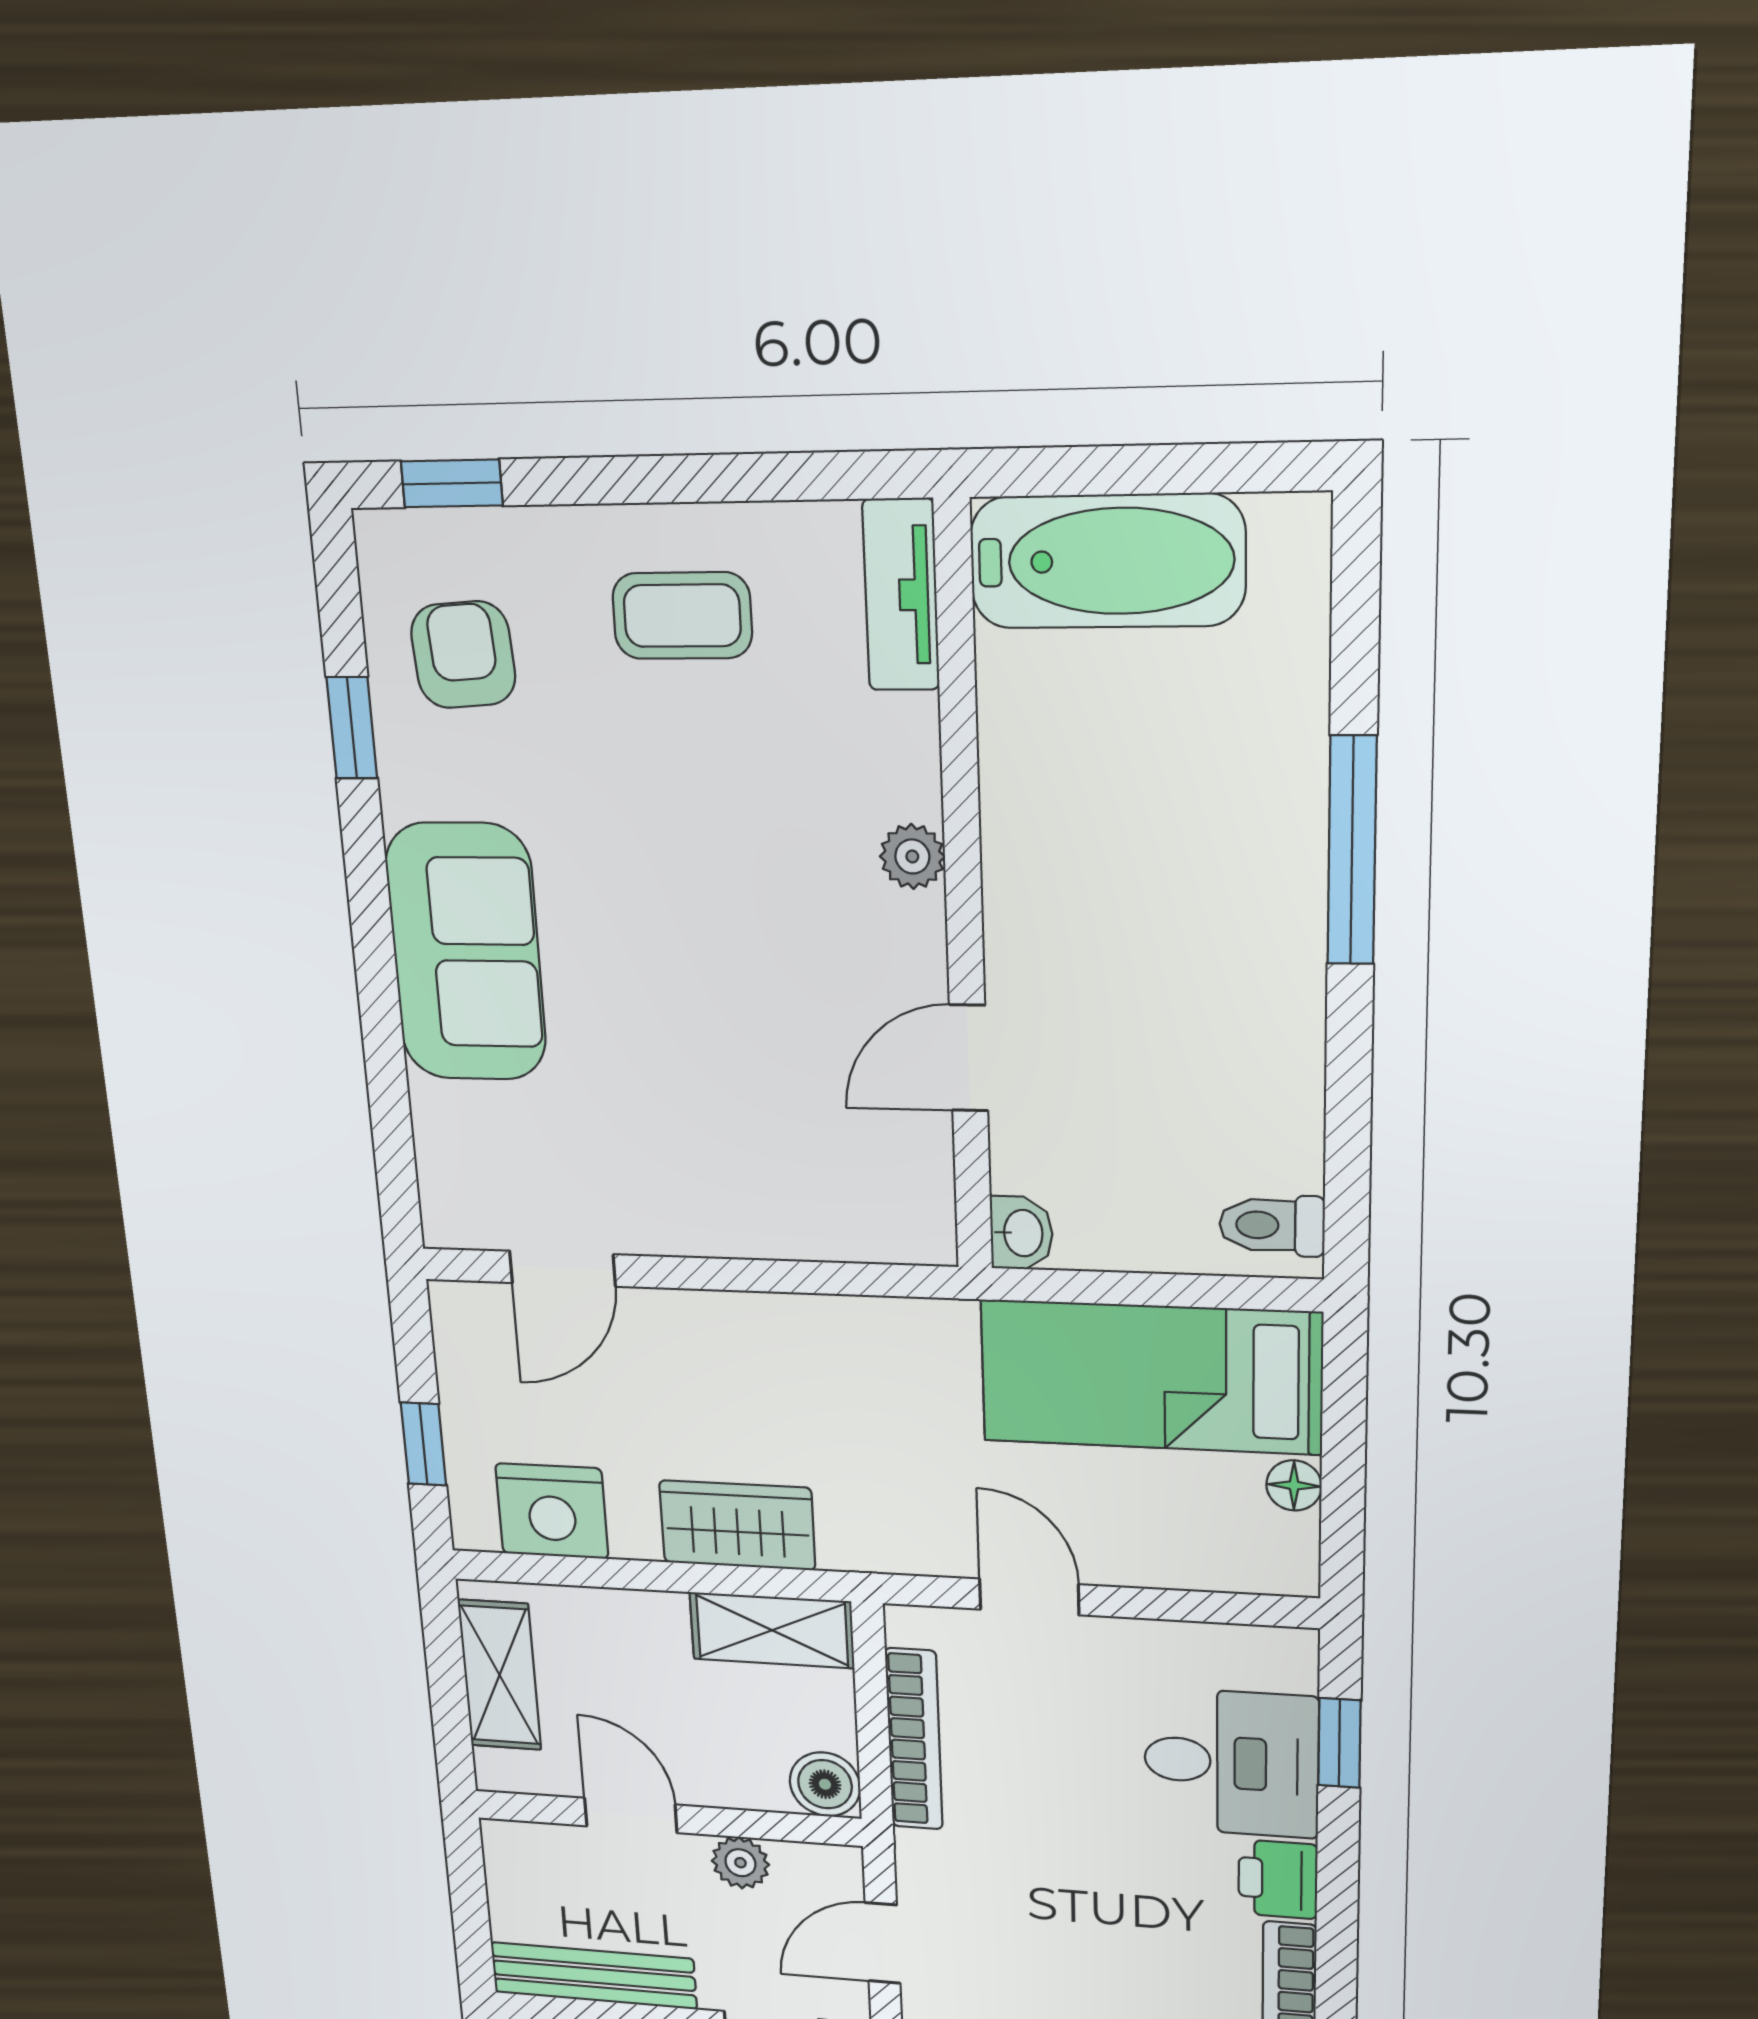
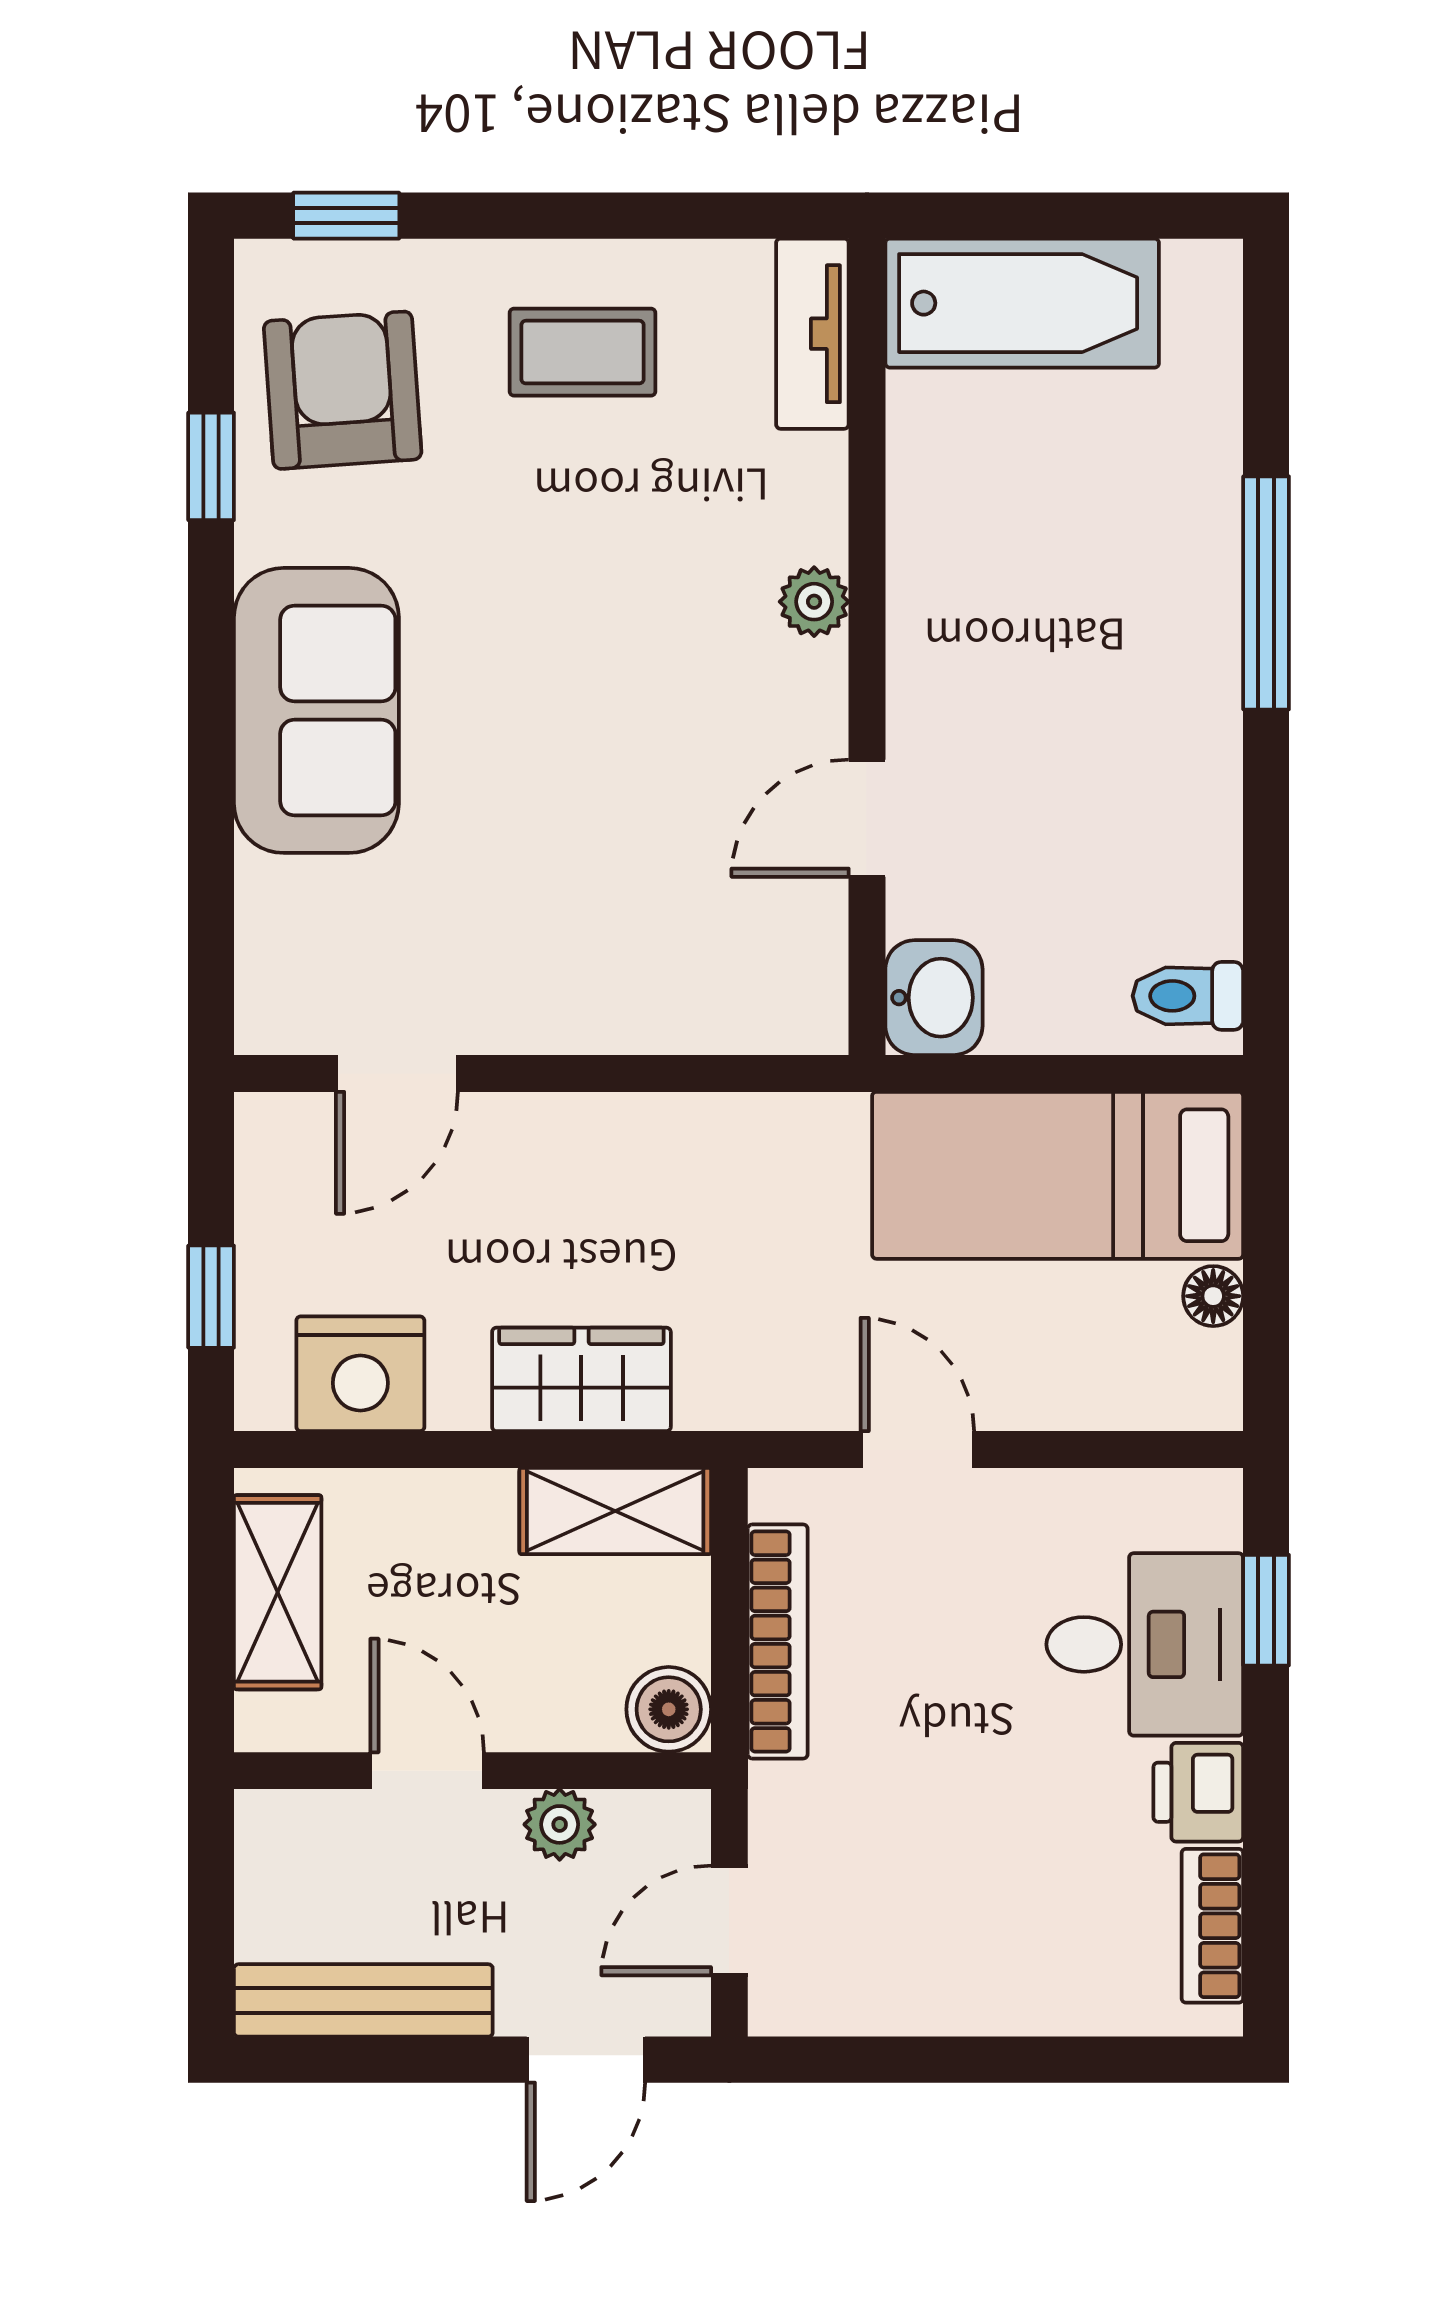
armchair: (463, 655) -> (343, 390), width x1.38, depth x1.38
washbasin: (1021, 1233) -> (934, 998), width x1.38, depth x1.45

